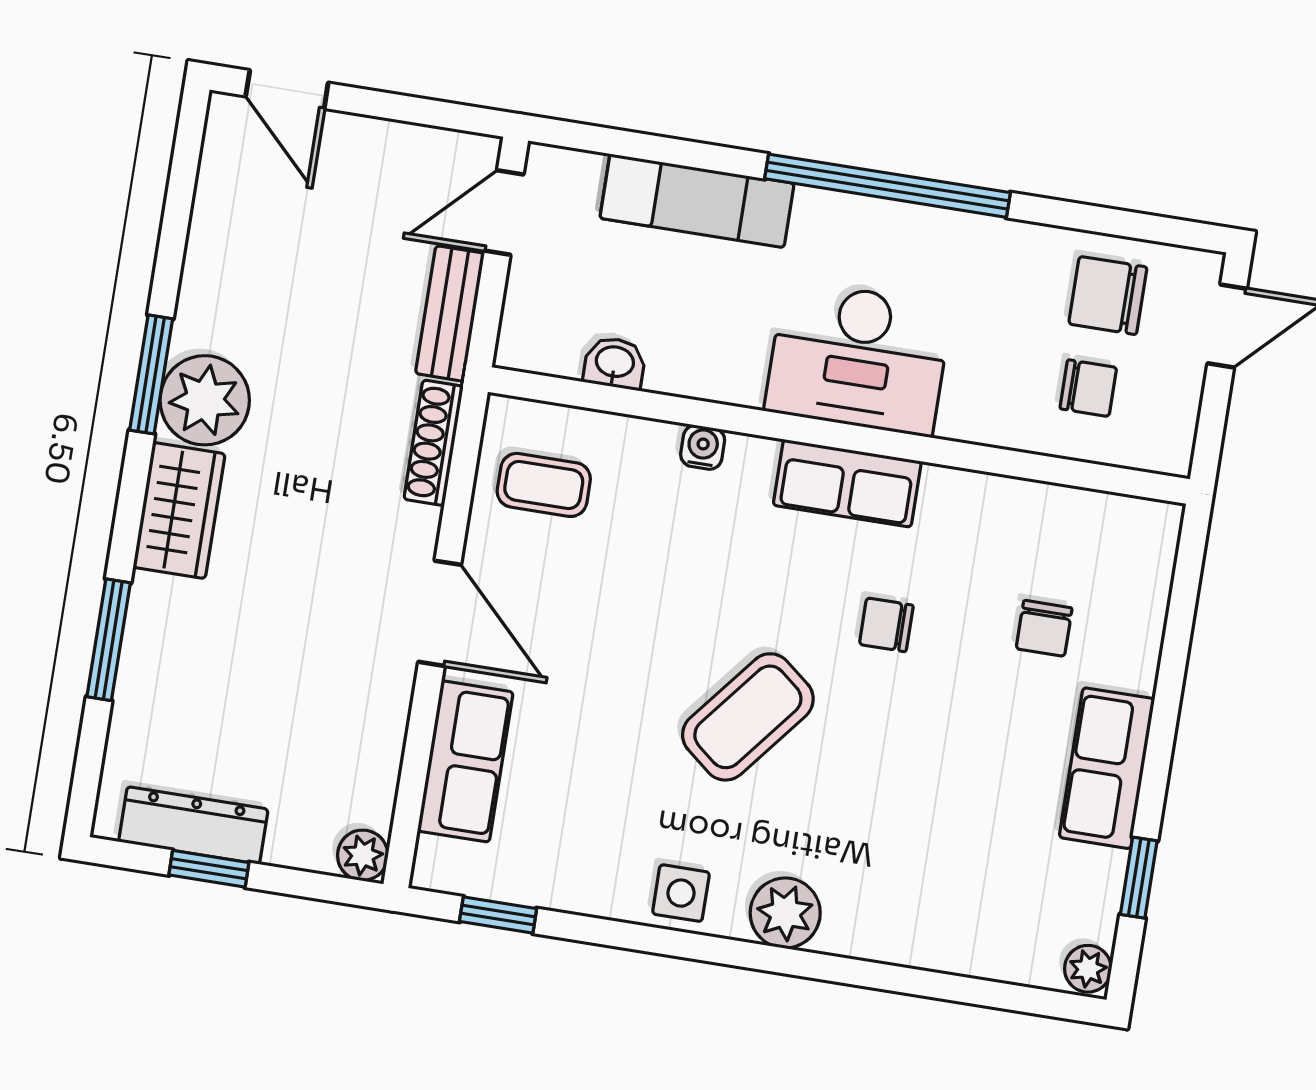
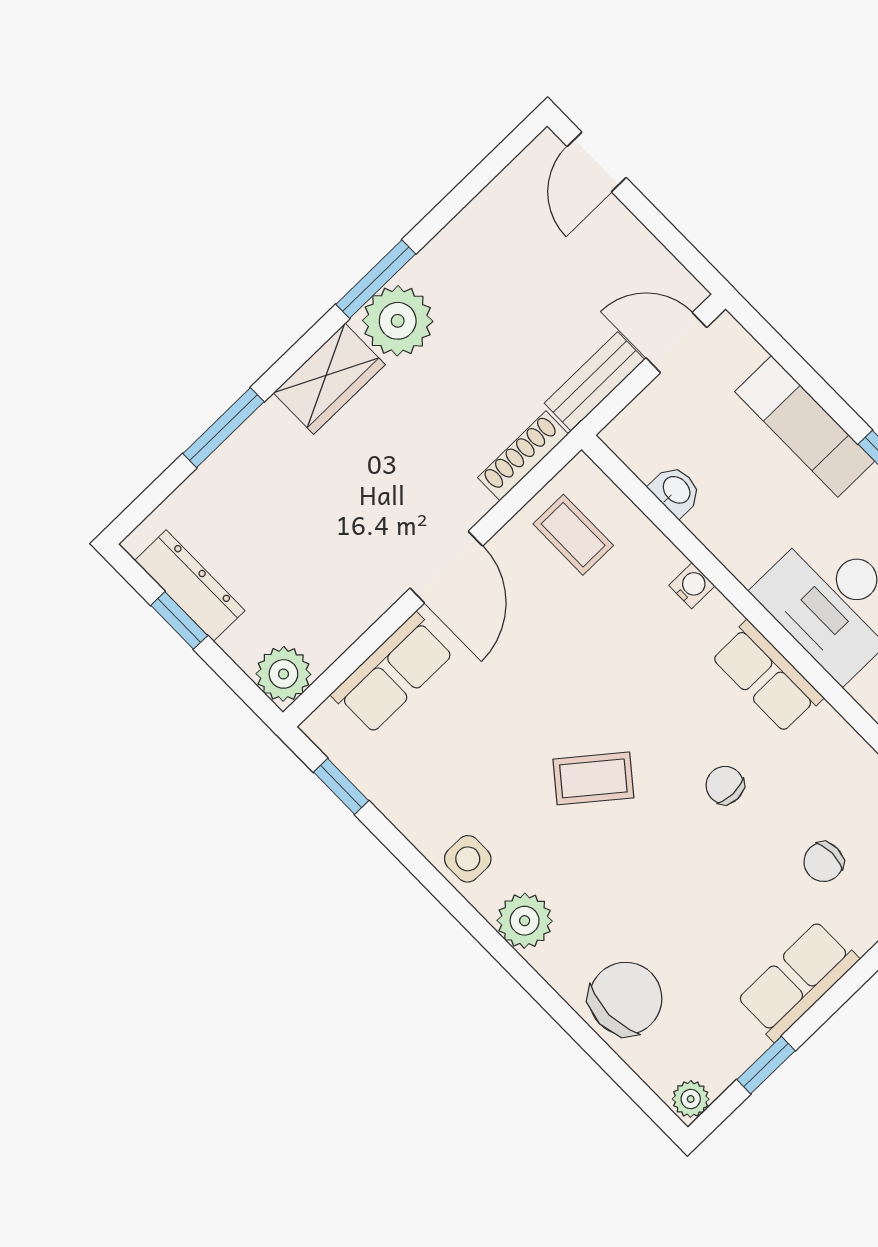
coffee table: (748, 717) -> (593, 778), width x0.73, depth x0.77
plant: (363, 855) -> (283, 674), width x1.38, depth x1.38
chair: (946, 916) -> (626, 999), added

